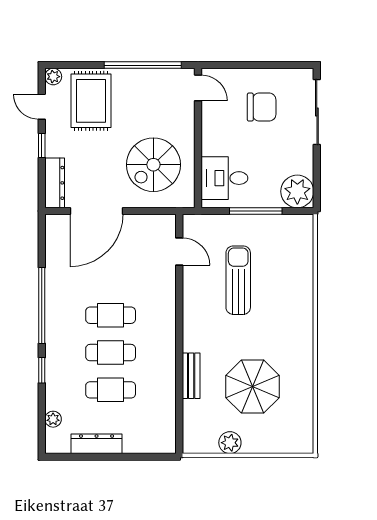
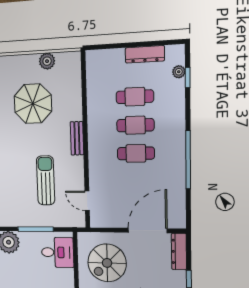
spiral stairs: (153, 165) -> (107, 263), turned 180
sun lounger: (238, 280) -> (46, 180), turned 180
window: (42, 370) -> (188, 77), moved
bench: (191, 376) -> (77, 138), moved

